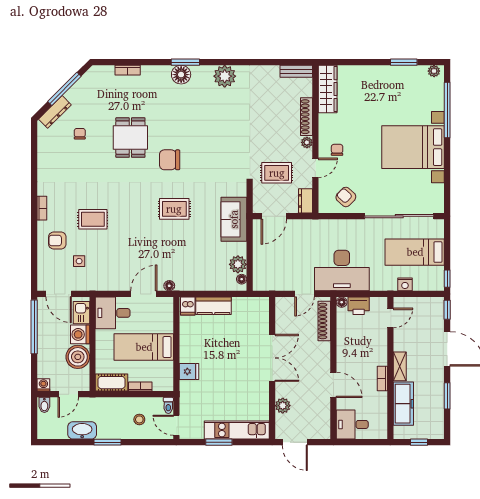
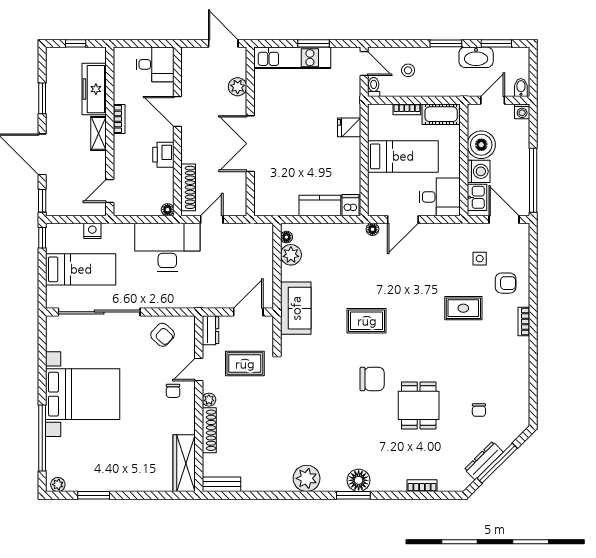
dresser: (55, 112) -> (484, 461), moved
printer: (359, 306) -> (163, 155), moved, turned -90
window: (65, 442) -> (496, 43), added

